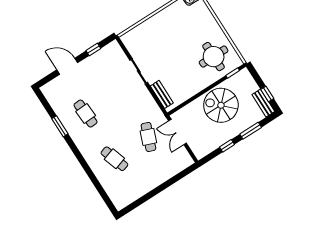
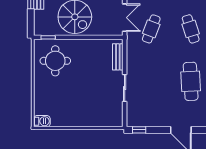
window: (93, 49) -> (139, 130), moved
cafe table: (86, 114) -> (191, 81), width x1.37, depth x1.35

